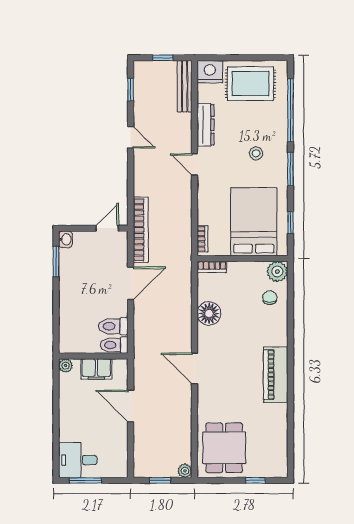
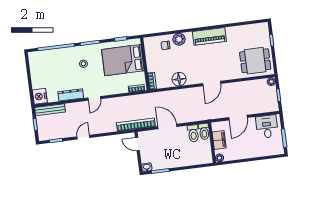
rug: (250, 84) -> (44, 72), removed
plant: (277, 272) -> (179, 39), moved
desk: (78, 460) -> (267, 127), moved, turned 180

